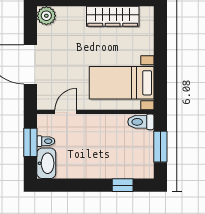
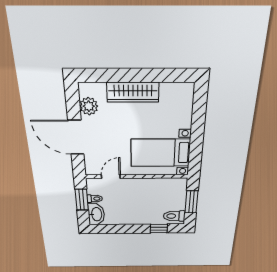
plant: (46, 16) -> (89, 106), moved
wardrobe: (113, 16) -> (133, 92), moved
toilet: (141, 122) -> (174, 216), moved

